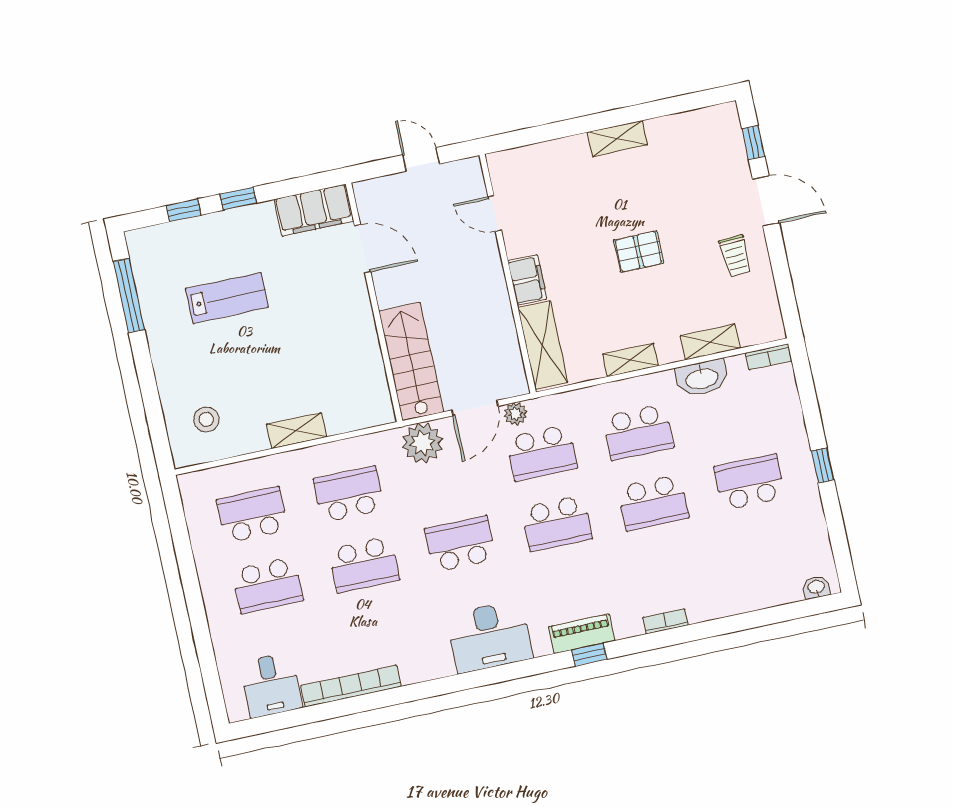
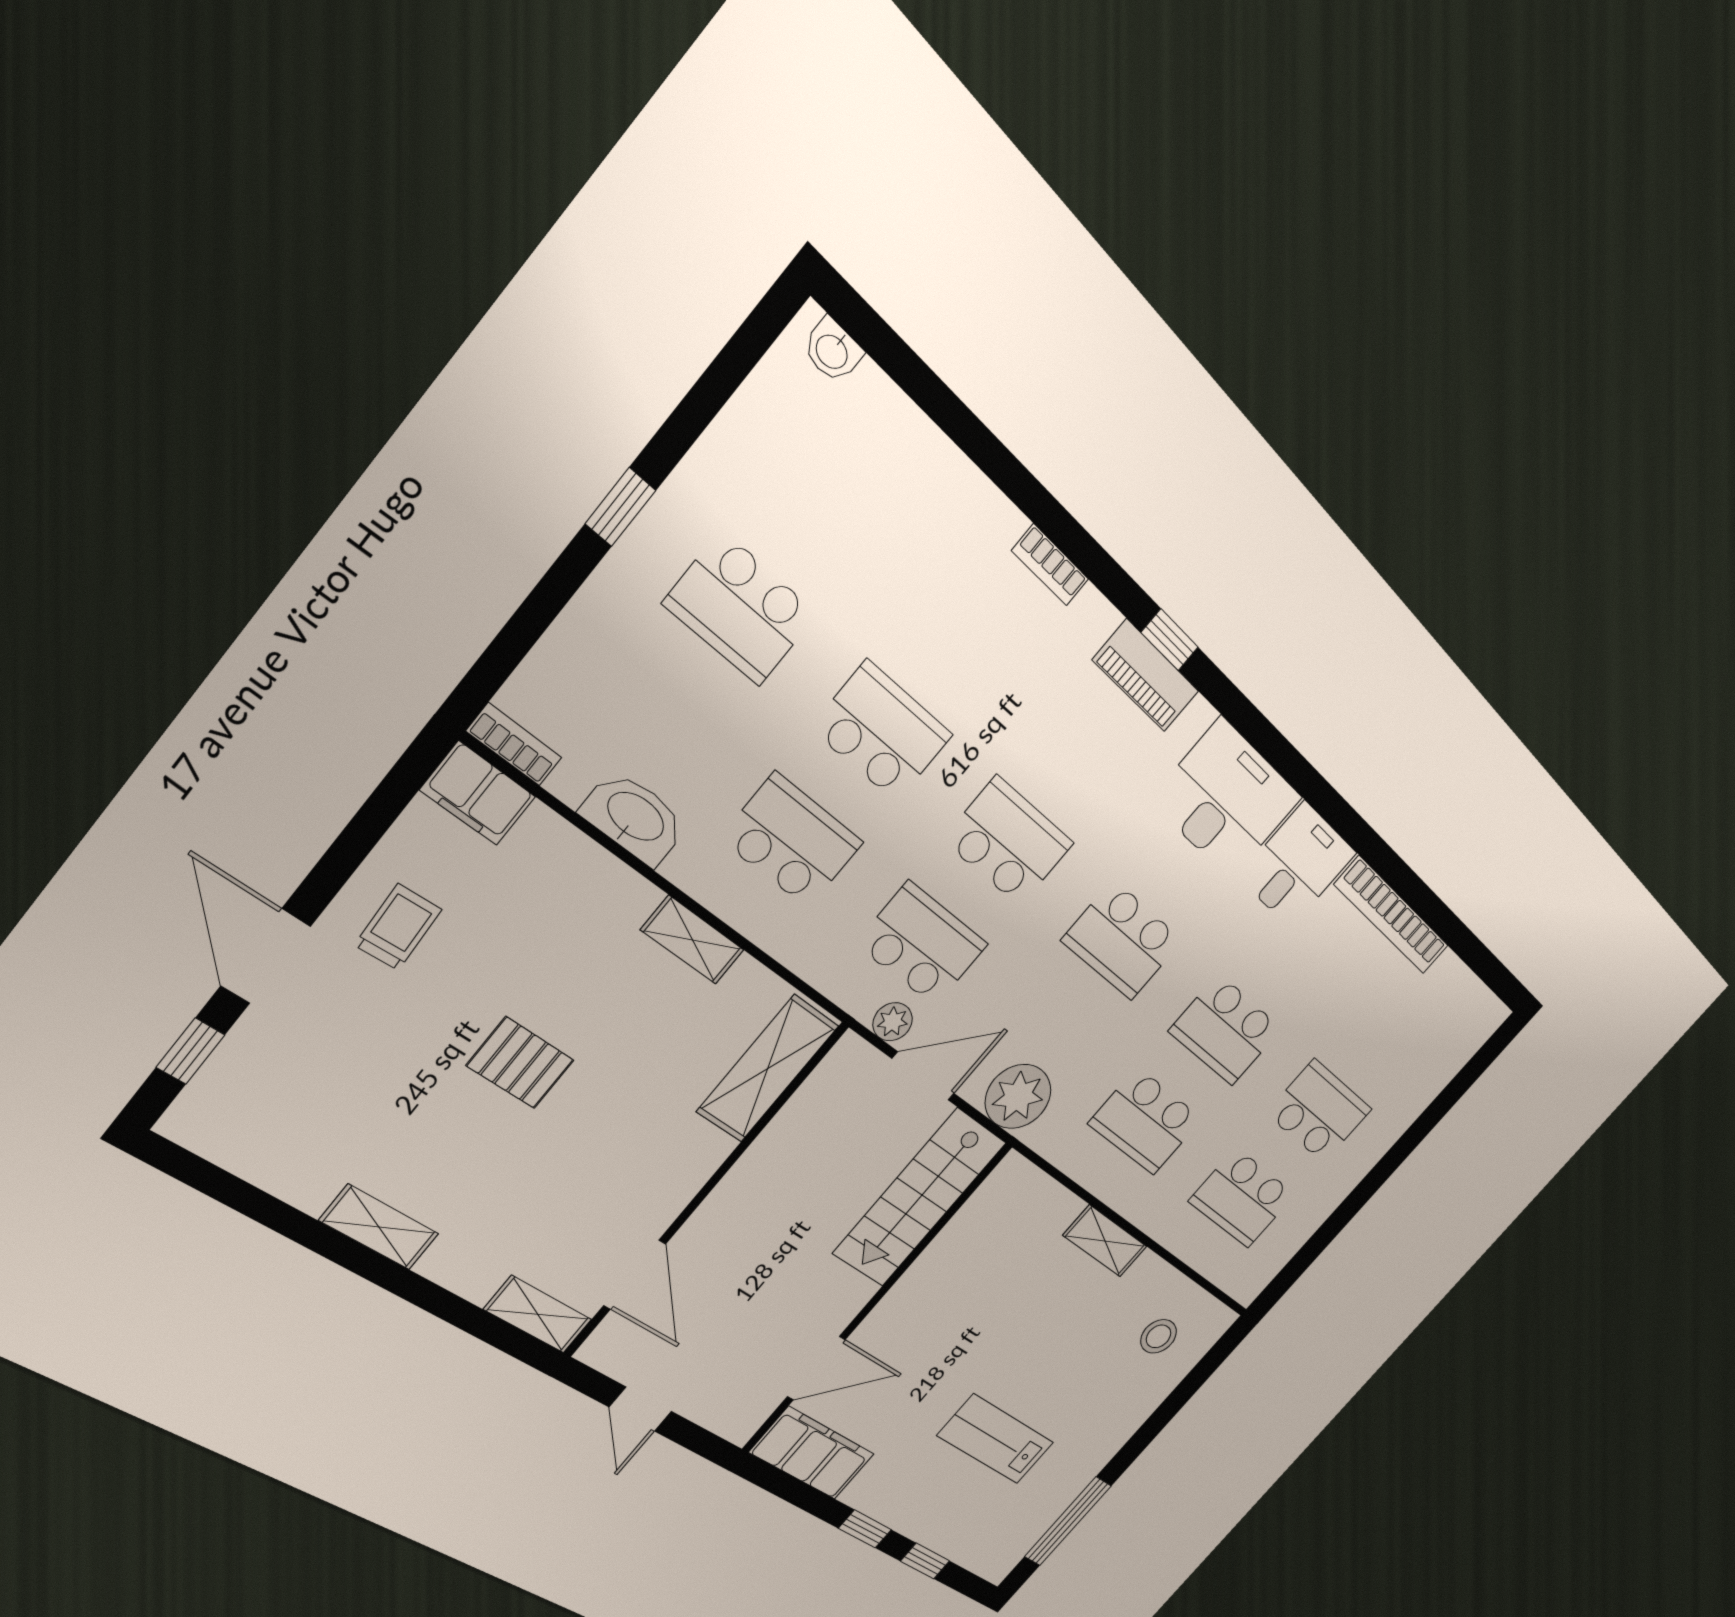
door: (495, 213) -> (635, 1275), width x1.38
door: (363, 249) -> (816, 1368), swing flipped
filing cabinet: (527, 280) -> (478, 793), moved, turned -90
shelving: (710, 342) -> (538, 1314), moved
school desk: (364, 565) -> (1225, 1030), turned 180
desk: (271, 685) -> (1298, 865), moved

